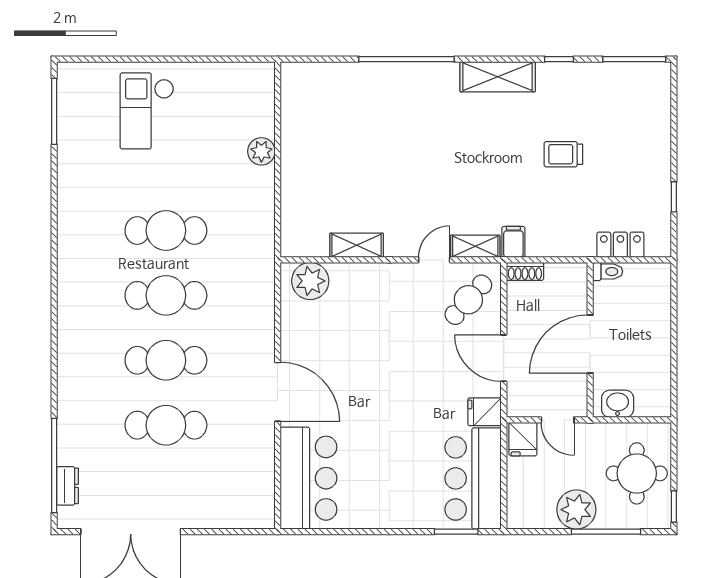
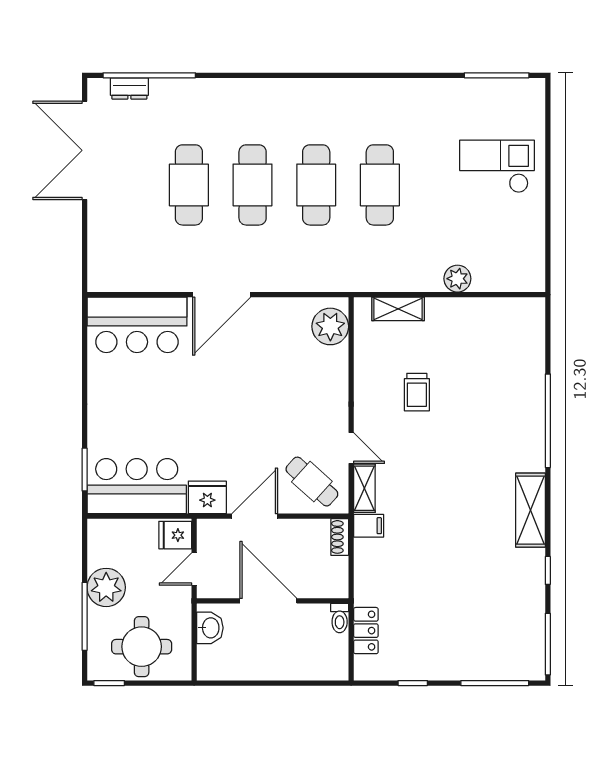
window: (674, 113) -> (495, 683), added
trolley: (563, 154) -> (417, 392), moved, turned 180
shelving: (357, 245) -> (398, 309), moved, turned 90
fridge: (485, 412) -> (207, 497), width x1.38

